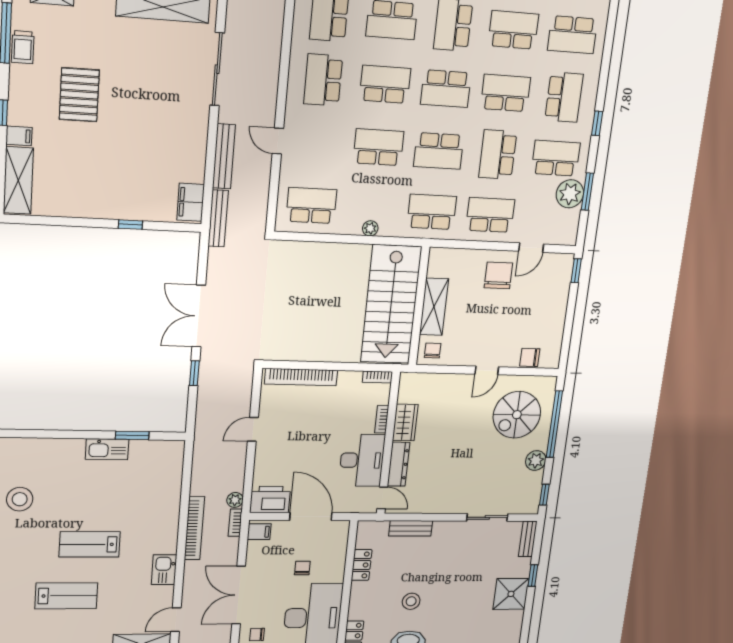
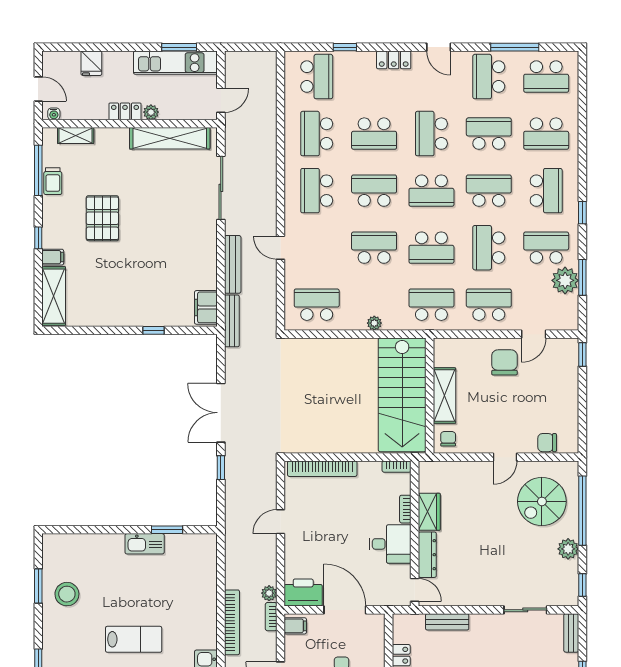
desk: (362, 460) -> (390, 544), width x0.73
lab bench: (90, 544) -> (134, 639), turned 180

